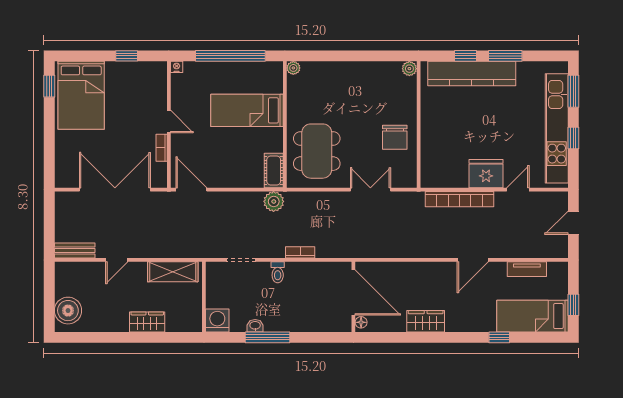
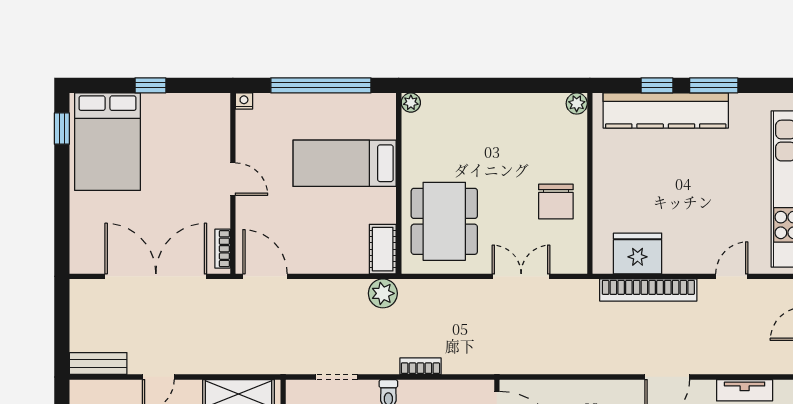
window: (127, 56) -> (150, 85), moved
bookcase: (162, 148) -> (223, 249), moved
fridge: (486, 174) -> (638, 254), moved

